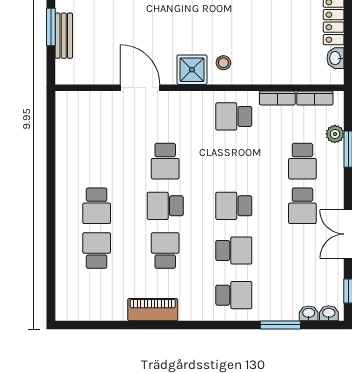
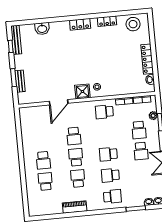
door: (140, 88) -> (59, 102), swing flipped
school desk: (165, 206) -> (76, 157), turned 90
school desk: (234, 250) -> (110, 175), turned 180

